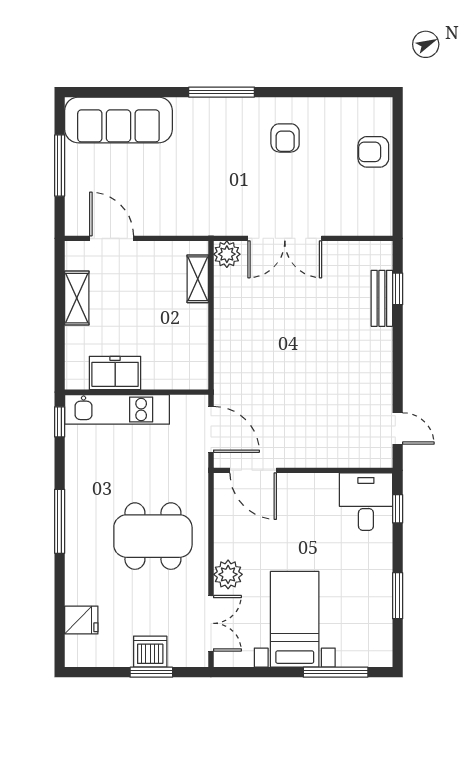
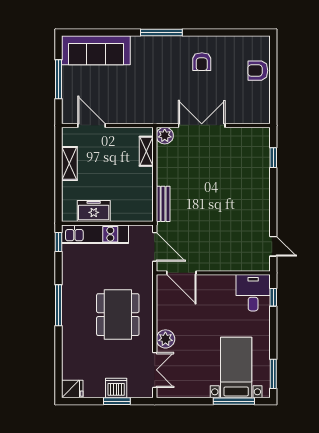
double door: (285, 238) -> (202, 125), swing flipped
bench: (382, 298) -> (163, 204), moved
dining table: (153, 536) -> (118, 315), turned 90
window: (398, 596) -> (273, 374), moved
bed with nightstands: (295, 619) -> (236, 367), moved
fridge: (81, 620) -> (72, 389), moved

